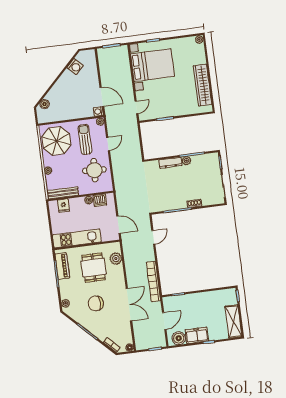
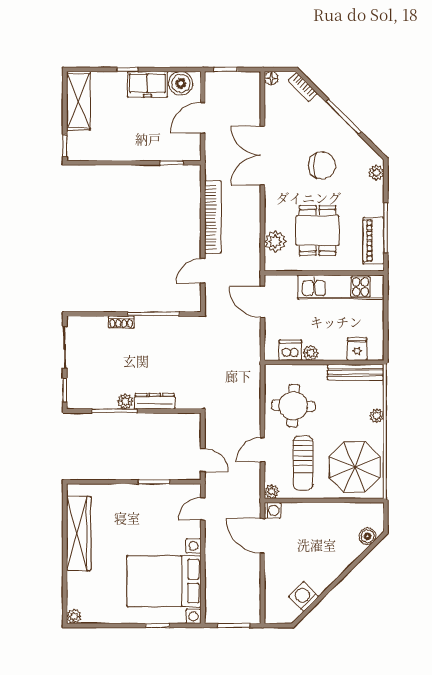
door: (140, 134) -> (203, 460), added
bookcase: (153, 282) -> (213, 217), moved

